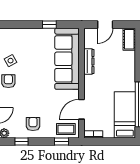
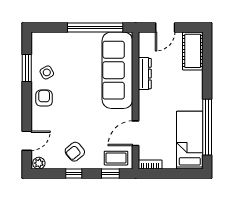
window: (49, 25) -> (95, 28), width x3.17
cot: (129, 39) -> (193, 51), width x1.37, depth x1.34
armchair: (33, 124) -> (75, 152), turned -129
window: (21, 141) -> (74, 174), moved

